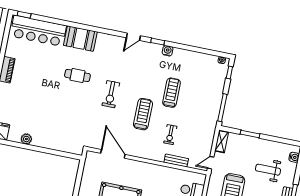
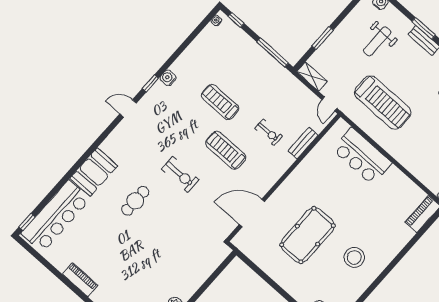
door: (133, 37) -> (128, 108), swing flipped

